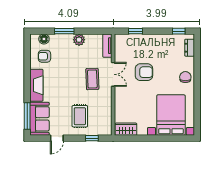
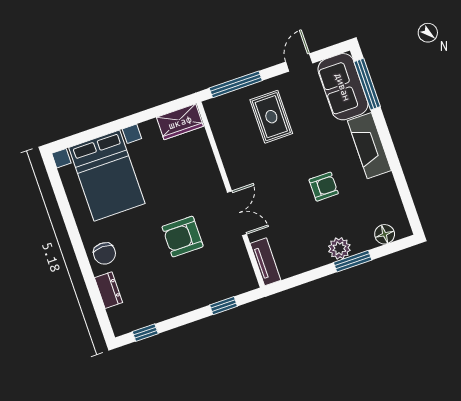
plant: (79, 40) -> (339, 248), moved
dresser: (190, 48) -> (109, 290), moved
armchair: (44, 56) -> (324, 187), moved
double door: (113, 74) -> (237, 213), swing flipped
coffee table: (92, 79) -> (272, 192), removed
window: (92, 138) -> (236, 84), width x2.17

